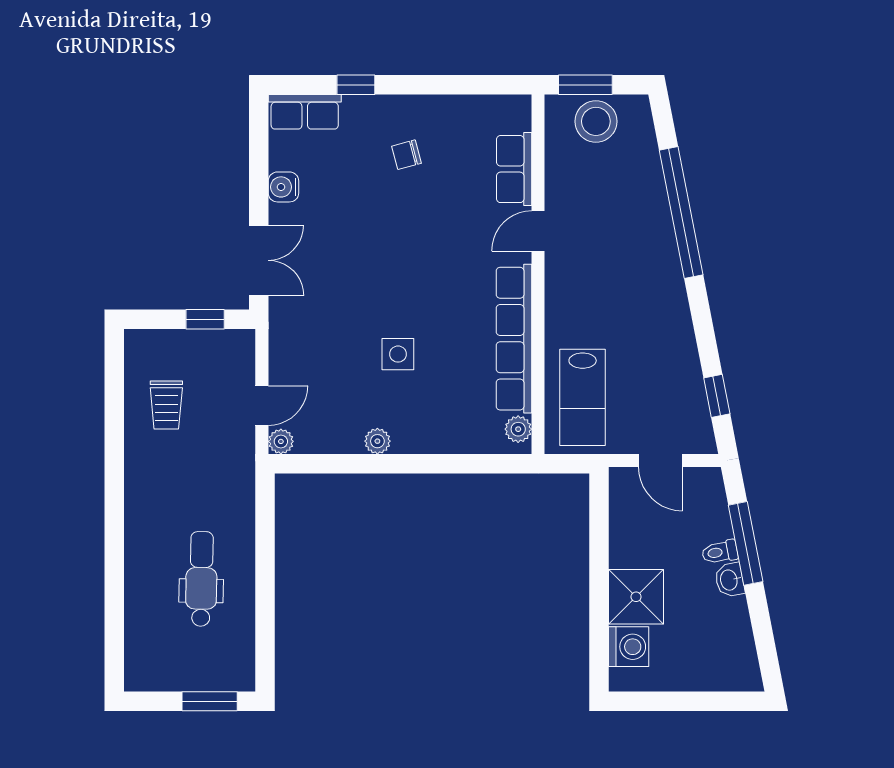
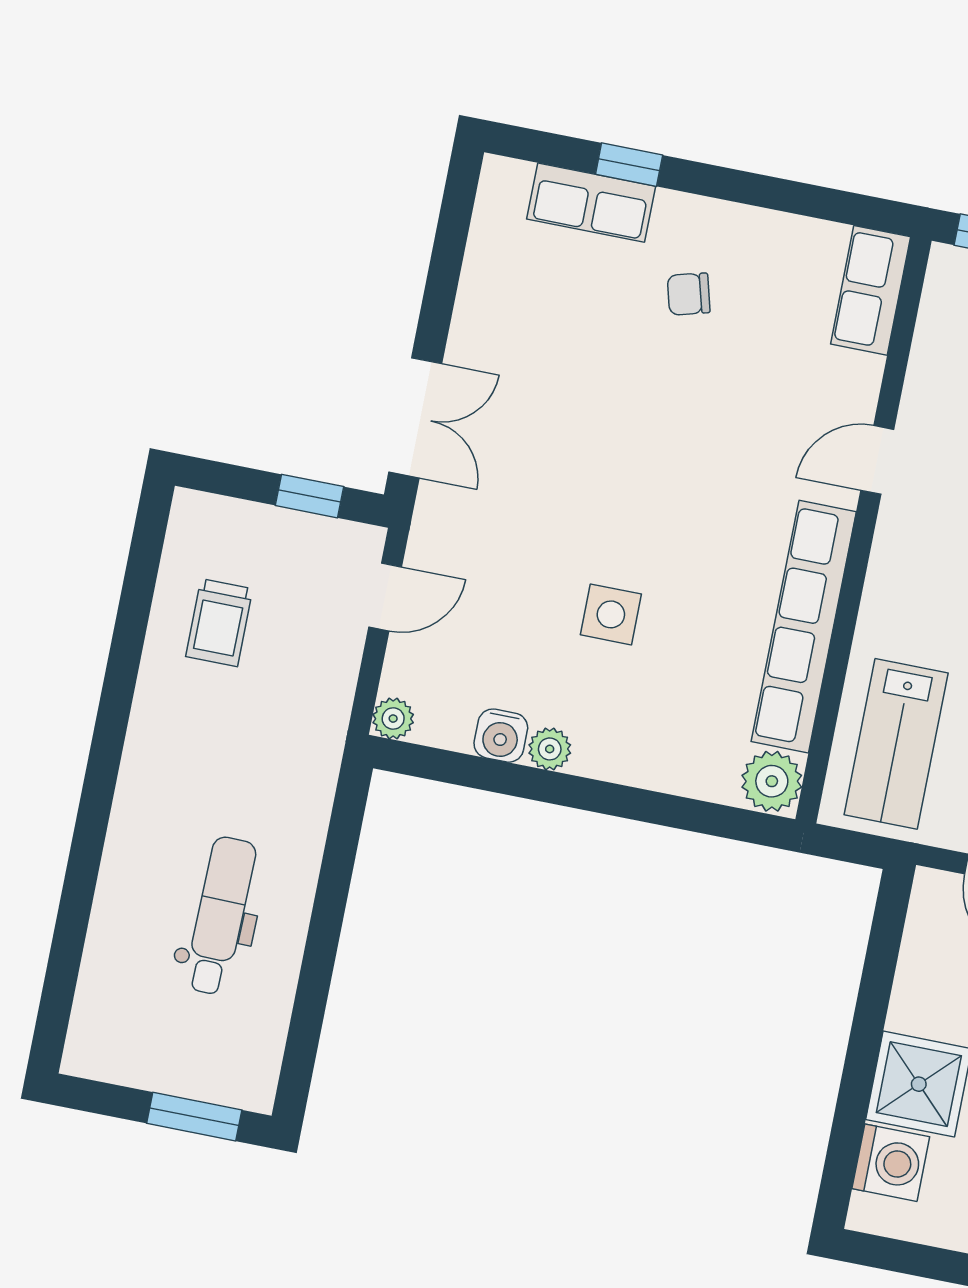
row of seats: (305, 112) -> (591, 203), moved
row of seats: (514, 169) -> (871, 290), moved
water cooler: (283, 187) -> (501, 736), moved, turned -90
door: (262, 406) -> (385, 597), moved
plant: (518, 429) -> (772, 781), width x1.38, depth x1.38

